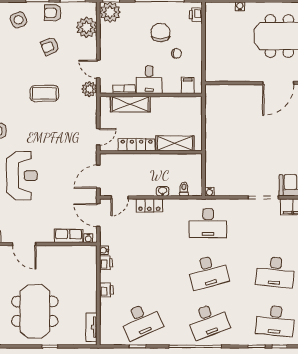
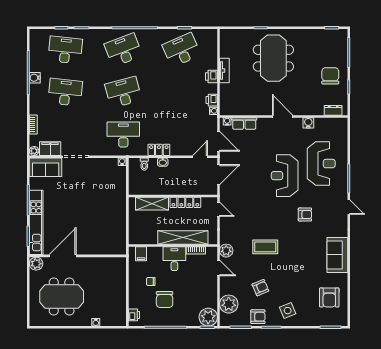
shelving: (130, 104) -> (183, 238), width x1.47
door: (98, 137) -> (218, 209), swing flipped
locker: (149, 205) -> (159, 150), moved
tv unit: (92, 327) -> (224, 70), moved

